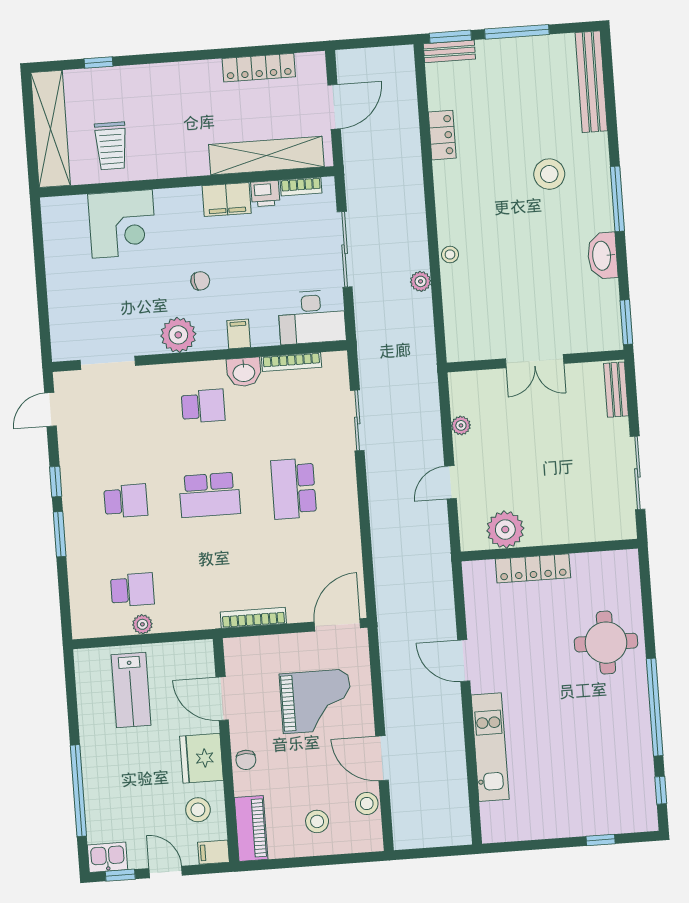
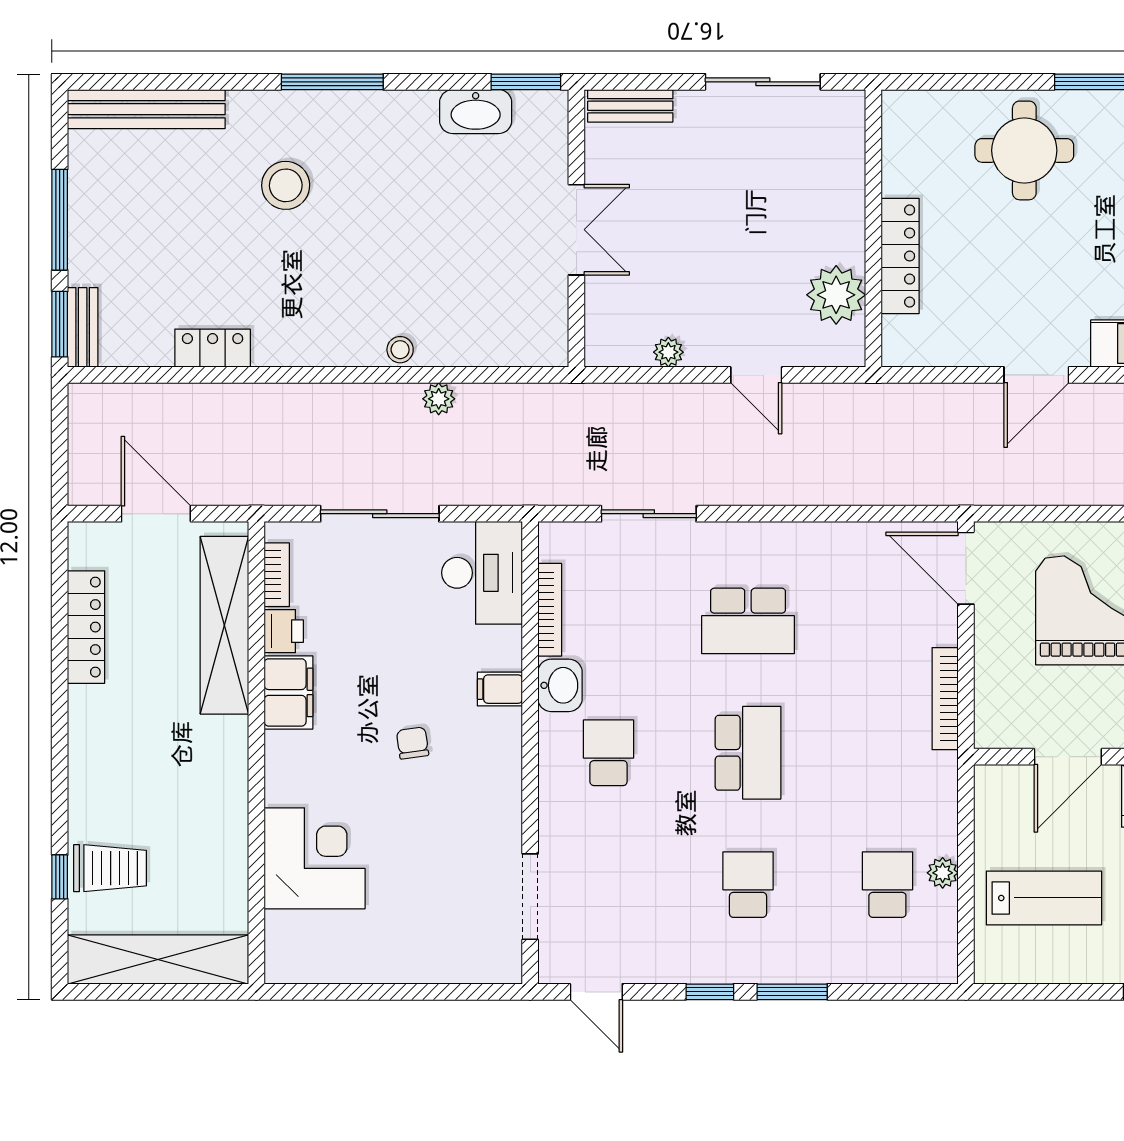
trolley: (111, 146) -> (110, 868), moved
washbasin: (602, 256) -> (476, 112), moved
plant: (178, 335) -> (495, 784), removed

